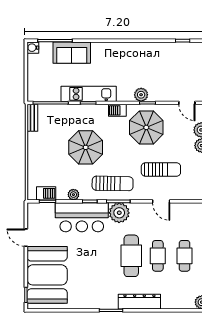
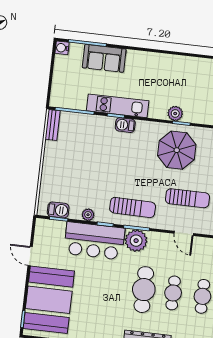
barbecue: (117, 110) -> (125, 125), moved
parasol: (86, 147) -> (107, 164), removed

